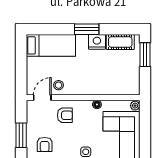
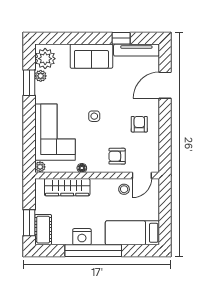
window: (87, 29) -> (93, 251), width x2.11
cot: (120, 42) -> (43, 230), moved, turned 90
wardrobe: (110, 87) -> (67, 187), added
window: (21, 135) -> (165, 134), removed

